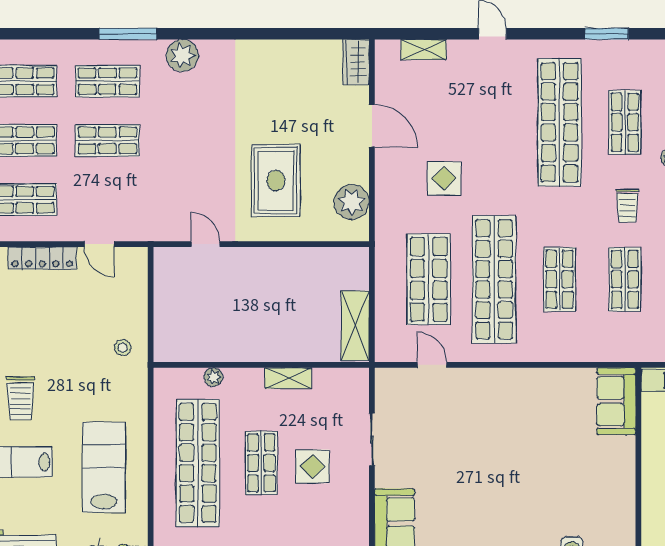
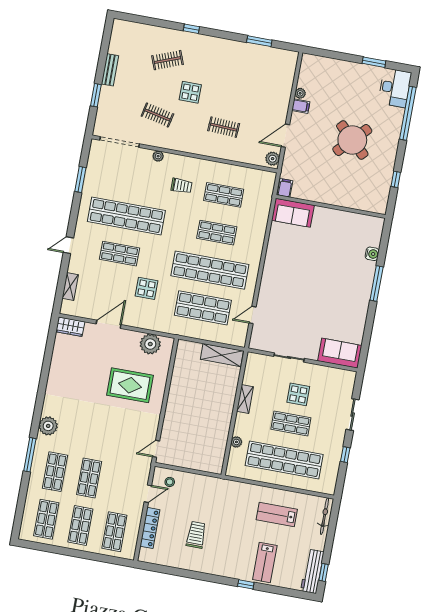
shop shelf: (625, 122) -> (119, 254), moved
door: (205, 244) -> (156, 449), moved
stool: (123, 348) -> (170, 482), moved
trolley: (20, 398) -> (196, 535), moved, turned -90
lab bench: (104, 467) -> (277, 514), width x0.73, depth x0.72

